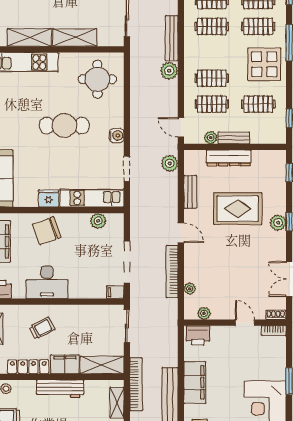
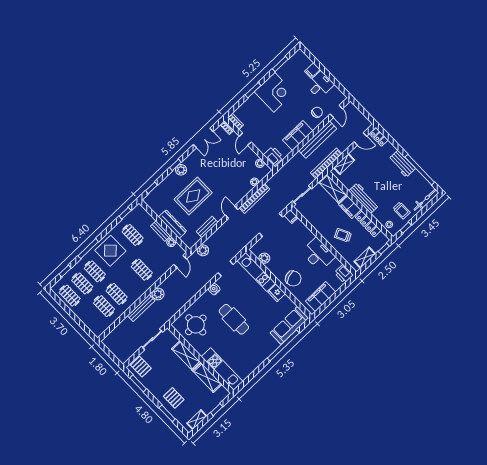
clothes rail: (212, 104) -> (154, 258), removed
rug: (238, 209) -> (193, 196), turned 90

